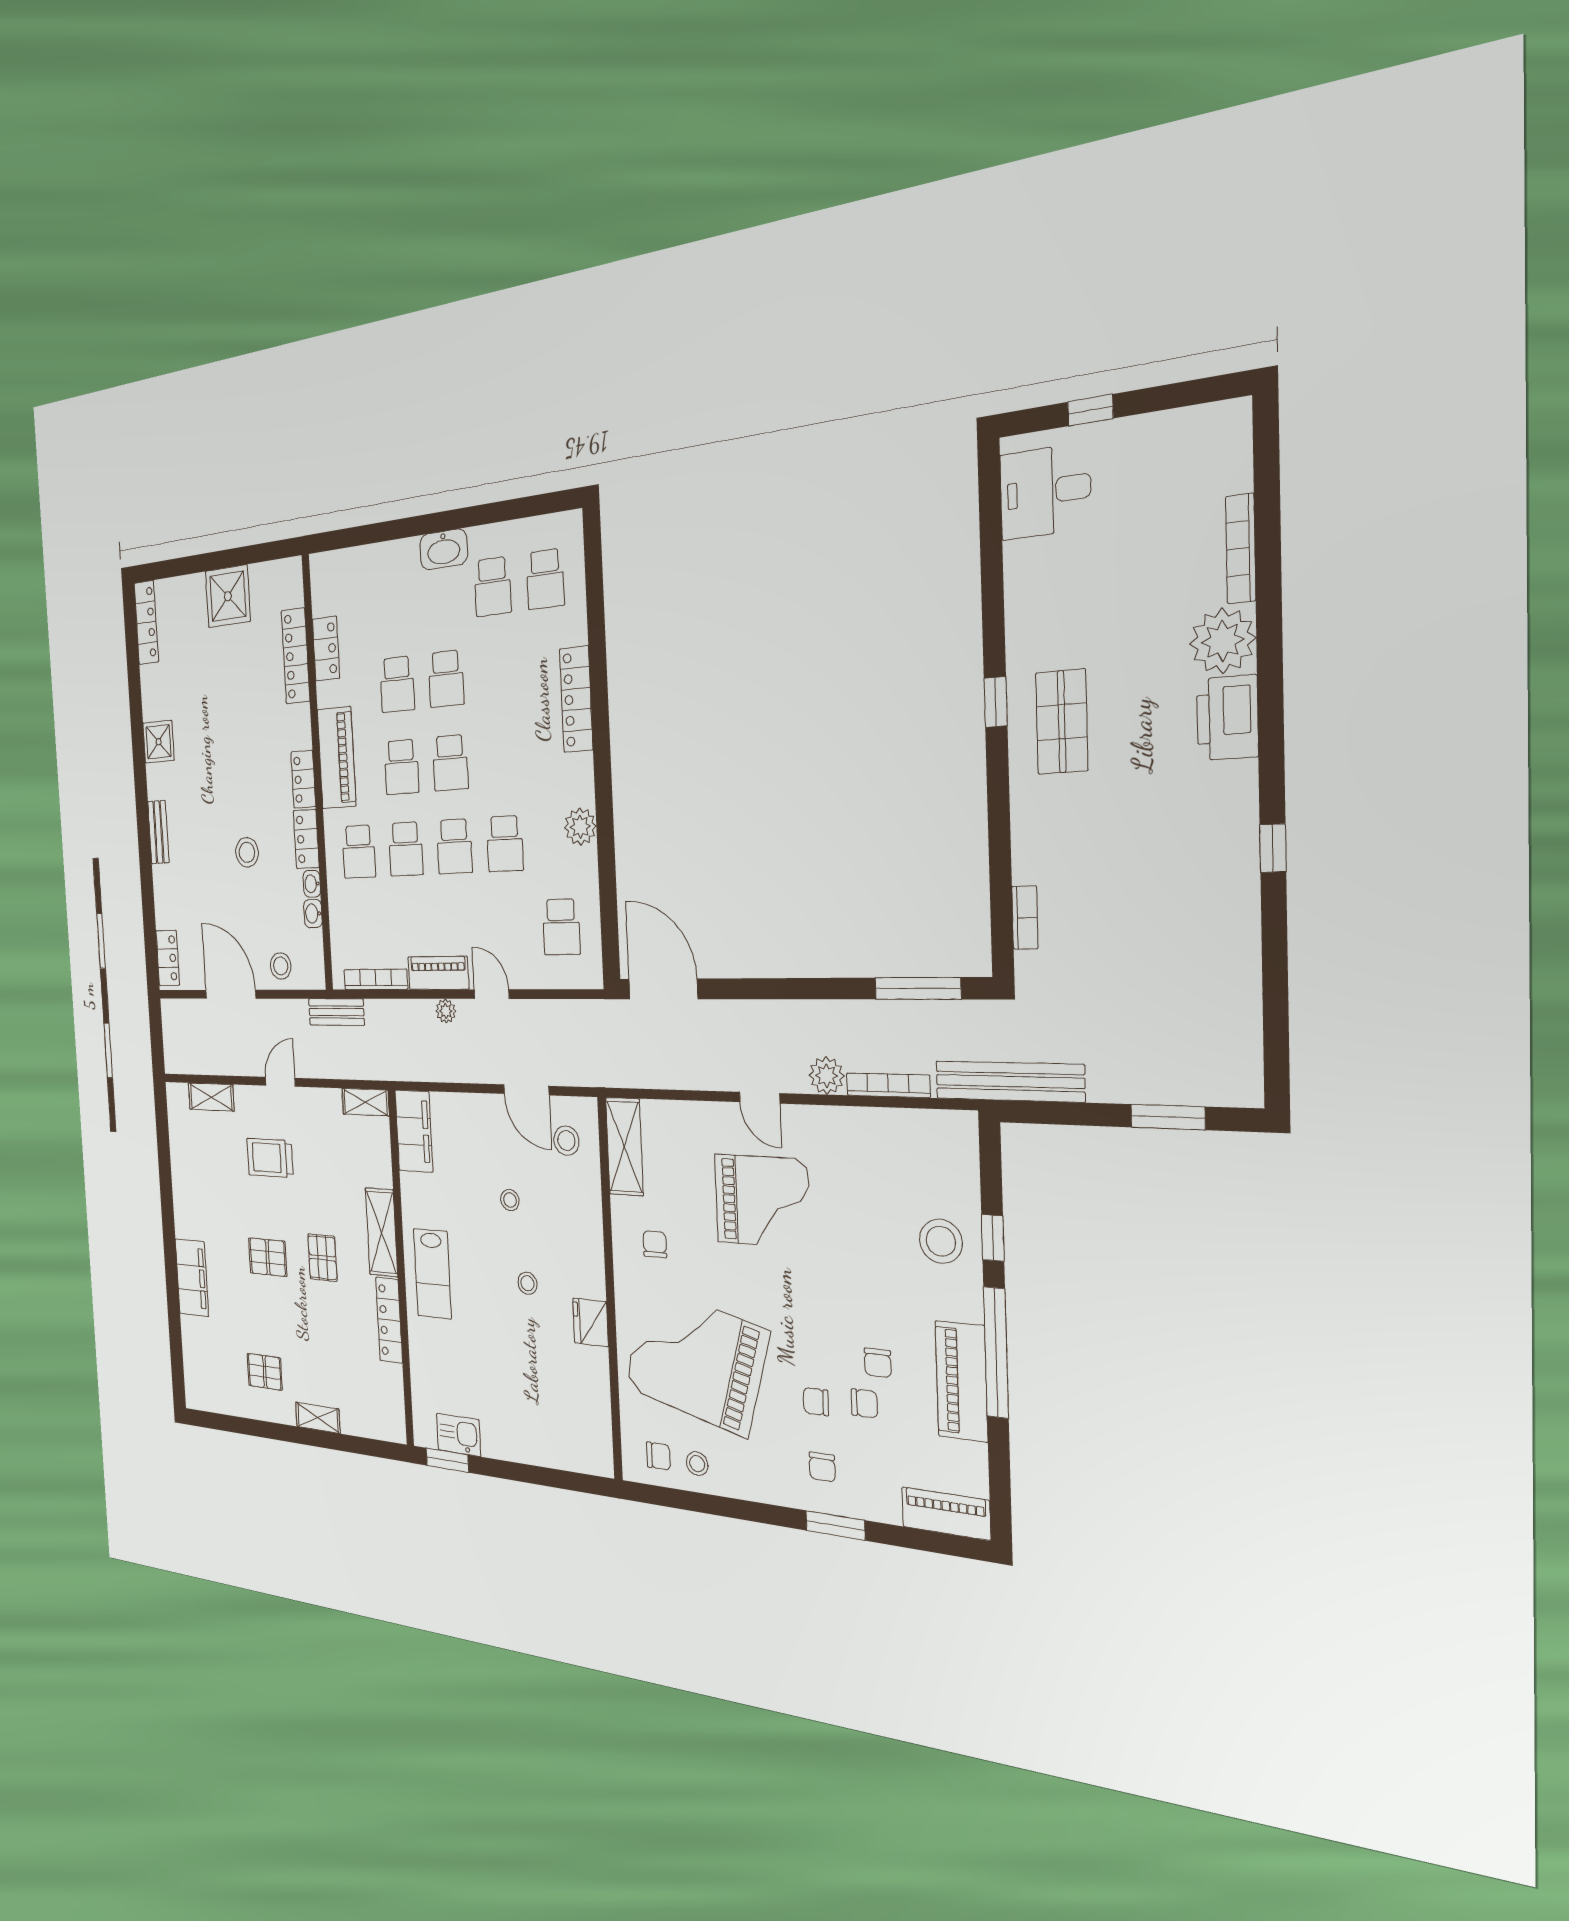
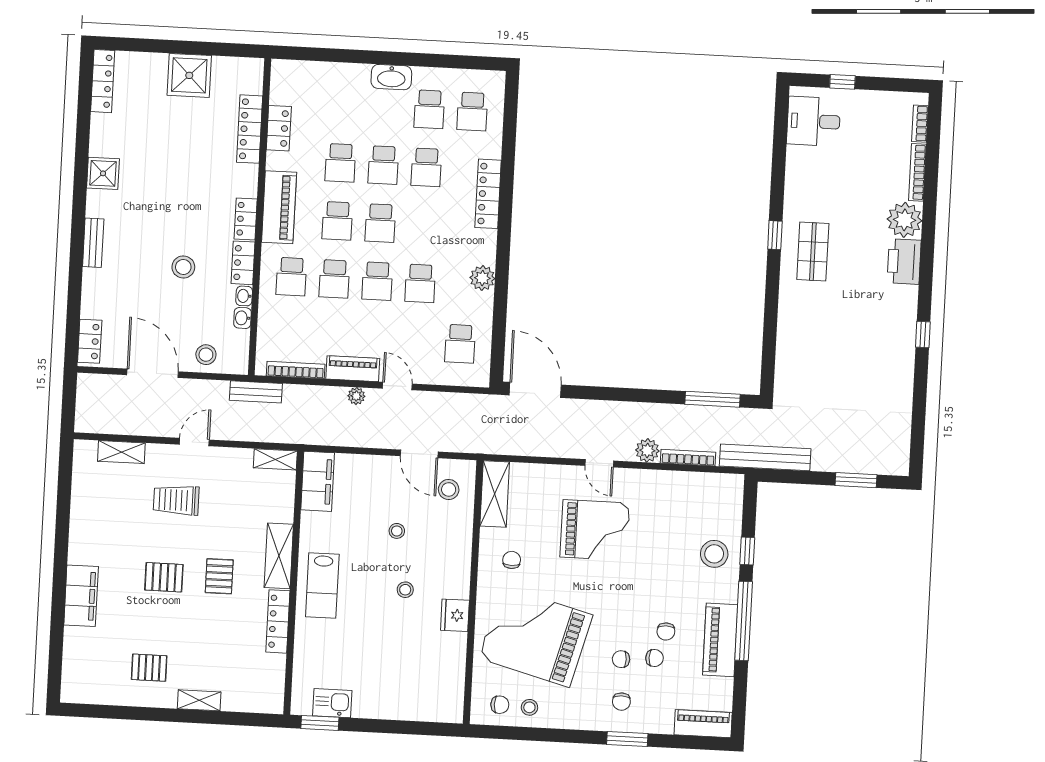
school desk: (497, 673) -> (426, 167), added
bookcase: (1025, 918) -> (920, 124), moved, turned 180

